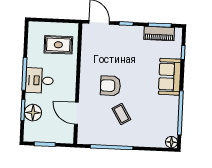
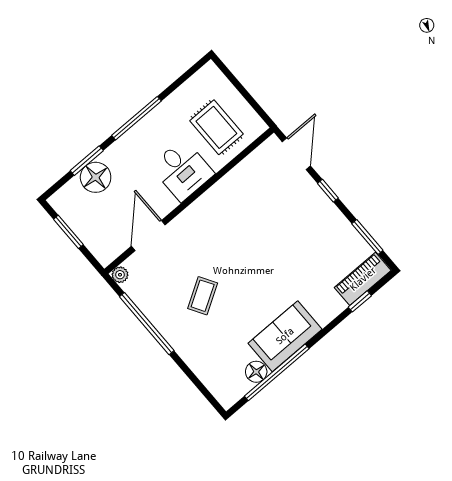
piano: (159, 34) -> (363, 279), moved, turned 90
sofa: (170, 77) -> (285, 336), moved
desk: (39, 80) -> (182, 170), moved, turned 180
armchair: (110, 86) -> (226, 246), removed
plant: (82, 140) -> (120, 275), added
floor lamp: (171, 142) -> (256, 372), moved

